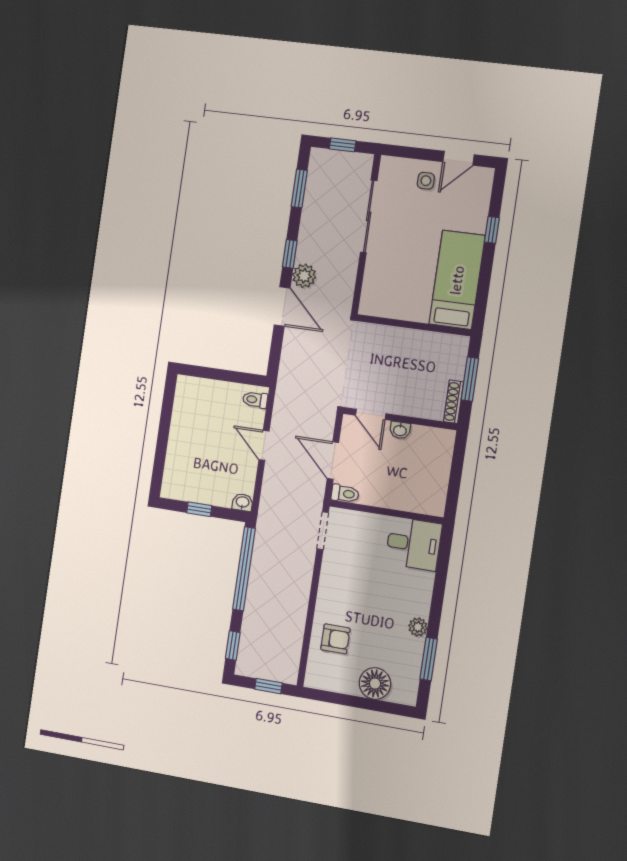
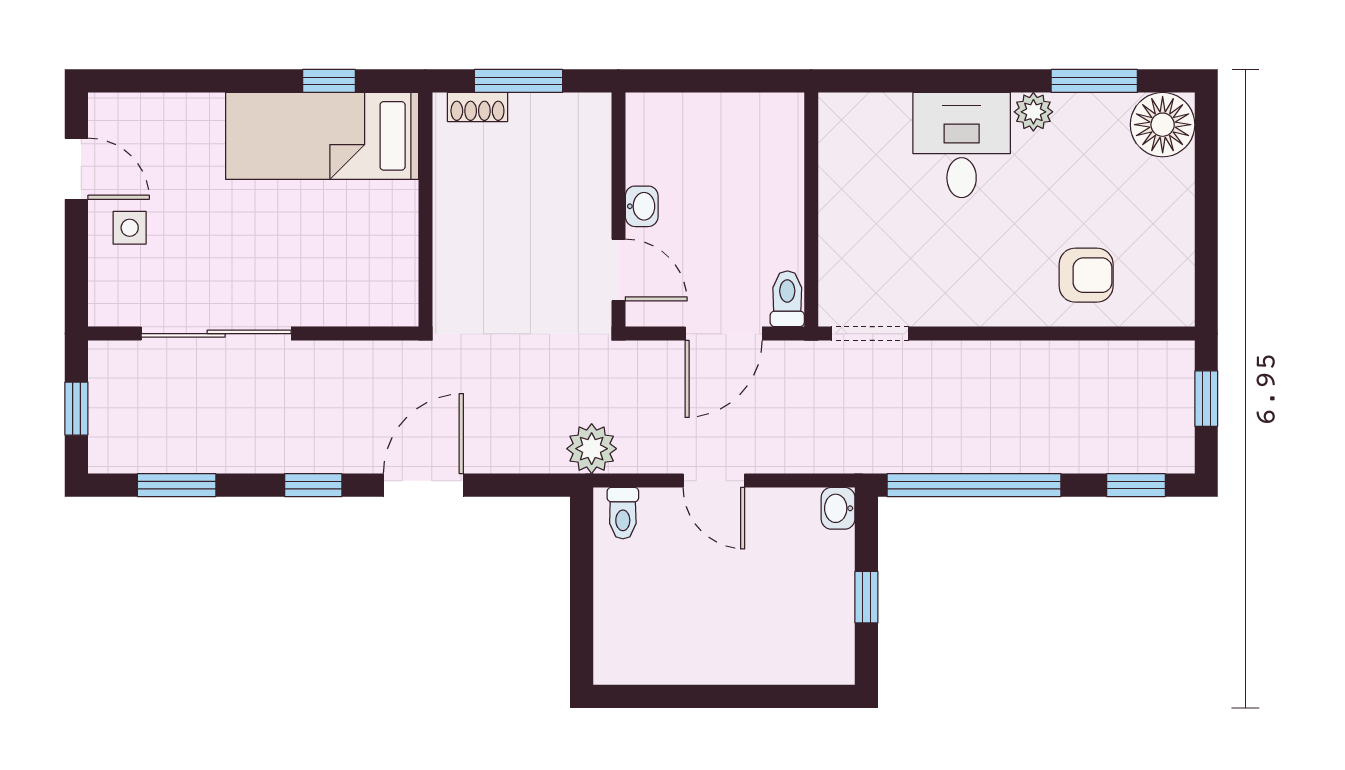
window: (492, 230) -> (329, 81), moved
plant: (304, 276) -> (592, 449), moved
shoe rack: (453, 402) -> (477, 107), moved, width x0.70
door: (371, 414) -> (618, 270), hinge flipped
door: (264, 445) -> (714, 481), hinge flipped
desk: (414, 544) -> (962, 145), moved
armchair: (335, 639) -> (1086, 275), turned 90
floor lamp: (375, 683) -> (1163, 125), moved

